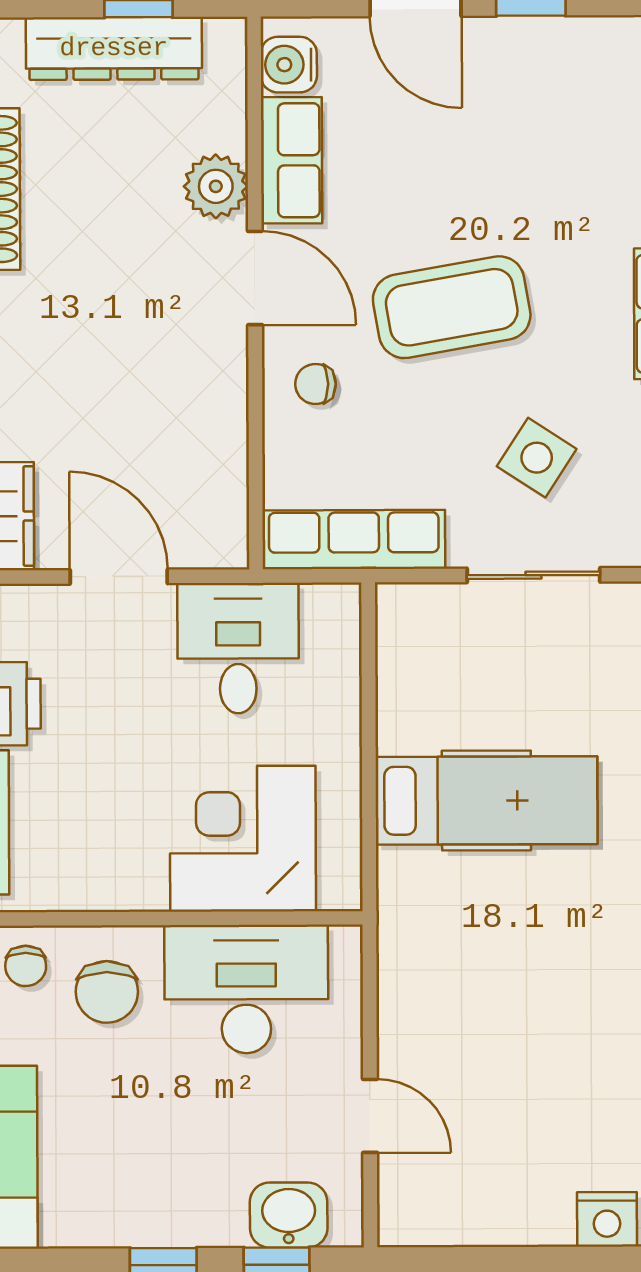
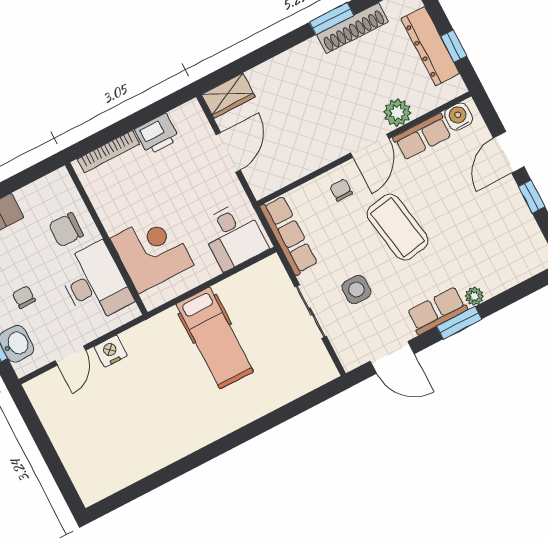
side table: (537, 458) -> (356, 290), turned -33
desk: (238, 648) -> (234, 236), moved, turned 90
chair: (26, 966) -> (24, 297), moved, turned 90
nightstand: (607, 1219) -> (111, 351), moved, turned 90

